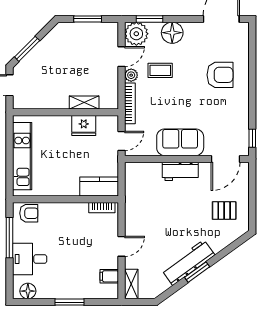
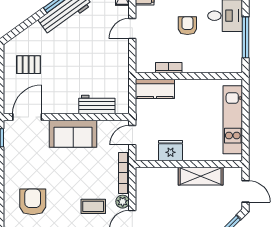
armchair: (220, 75) -> (33, 202), turned 90
shelving: (84, 103) -> (201, 176), moved, width x1.50, depth x1.33
workbench: (180, 171) -> (97, 104), moved
bookcase: (102, 208) -> (169, 68), moved
armchair: (29, 213) -> (187, 26), moved, turned 90

